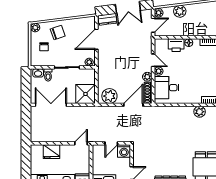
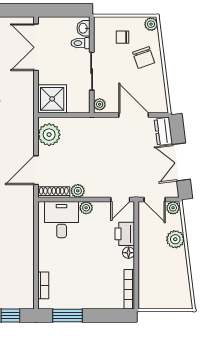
door: (153, 60) -> (120, 199), moved
double door: (51, 105) -> (36, 47), swing flipped
door: (133, 105) -> (36, 170), swing flipped
plant: (200, 112) -> (26, 269), removed

